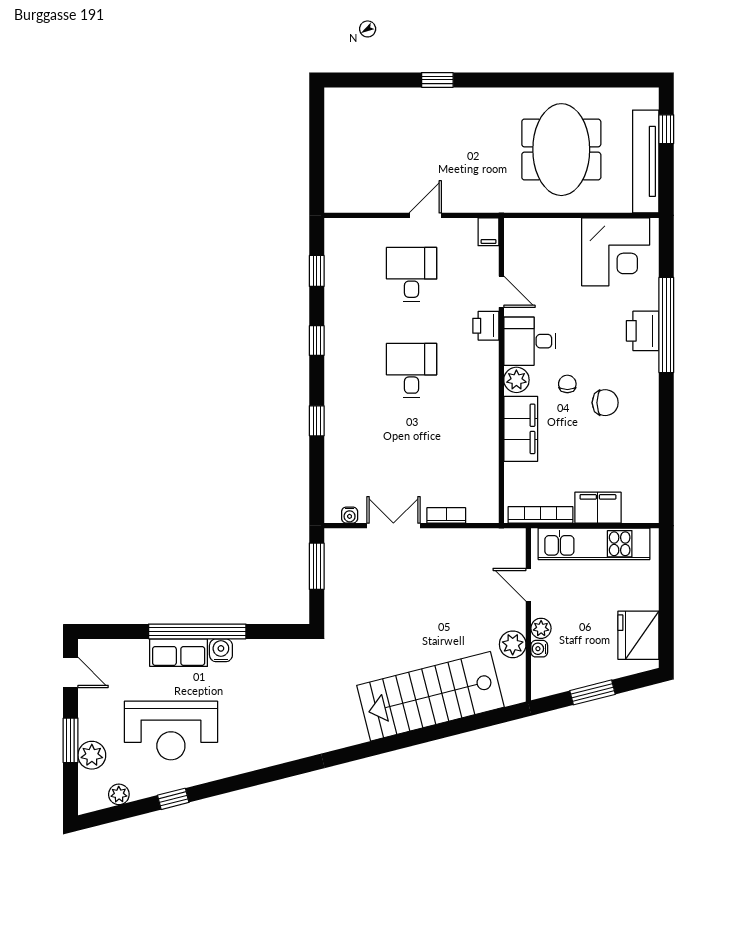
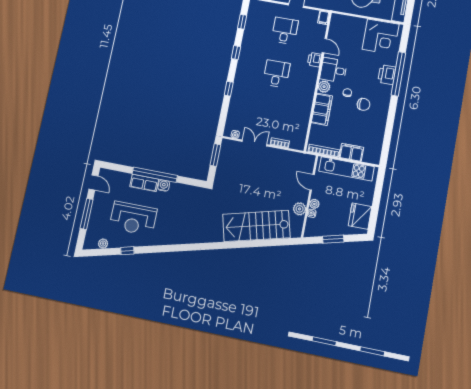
window: (71, 740) -> (87, 214), width x1.44
plant: (92, 755) -> (95, 223), removed

